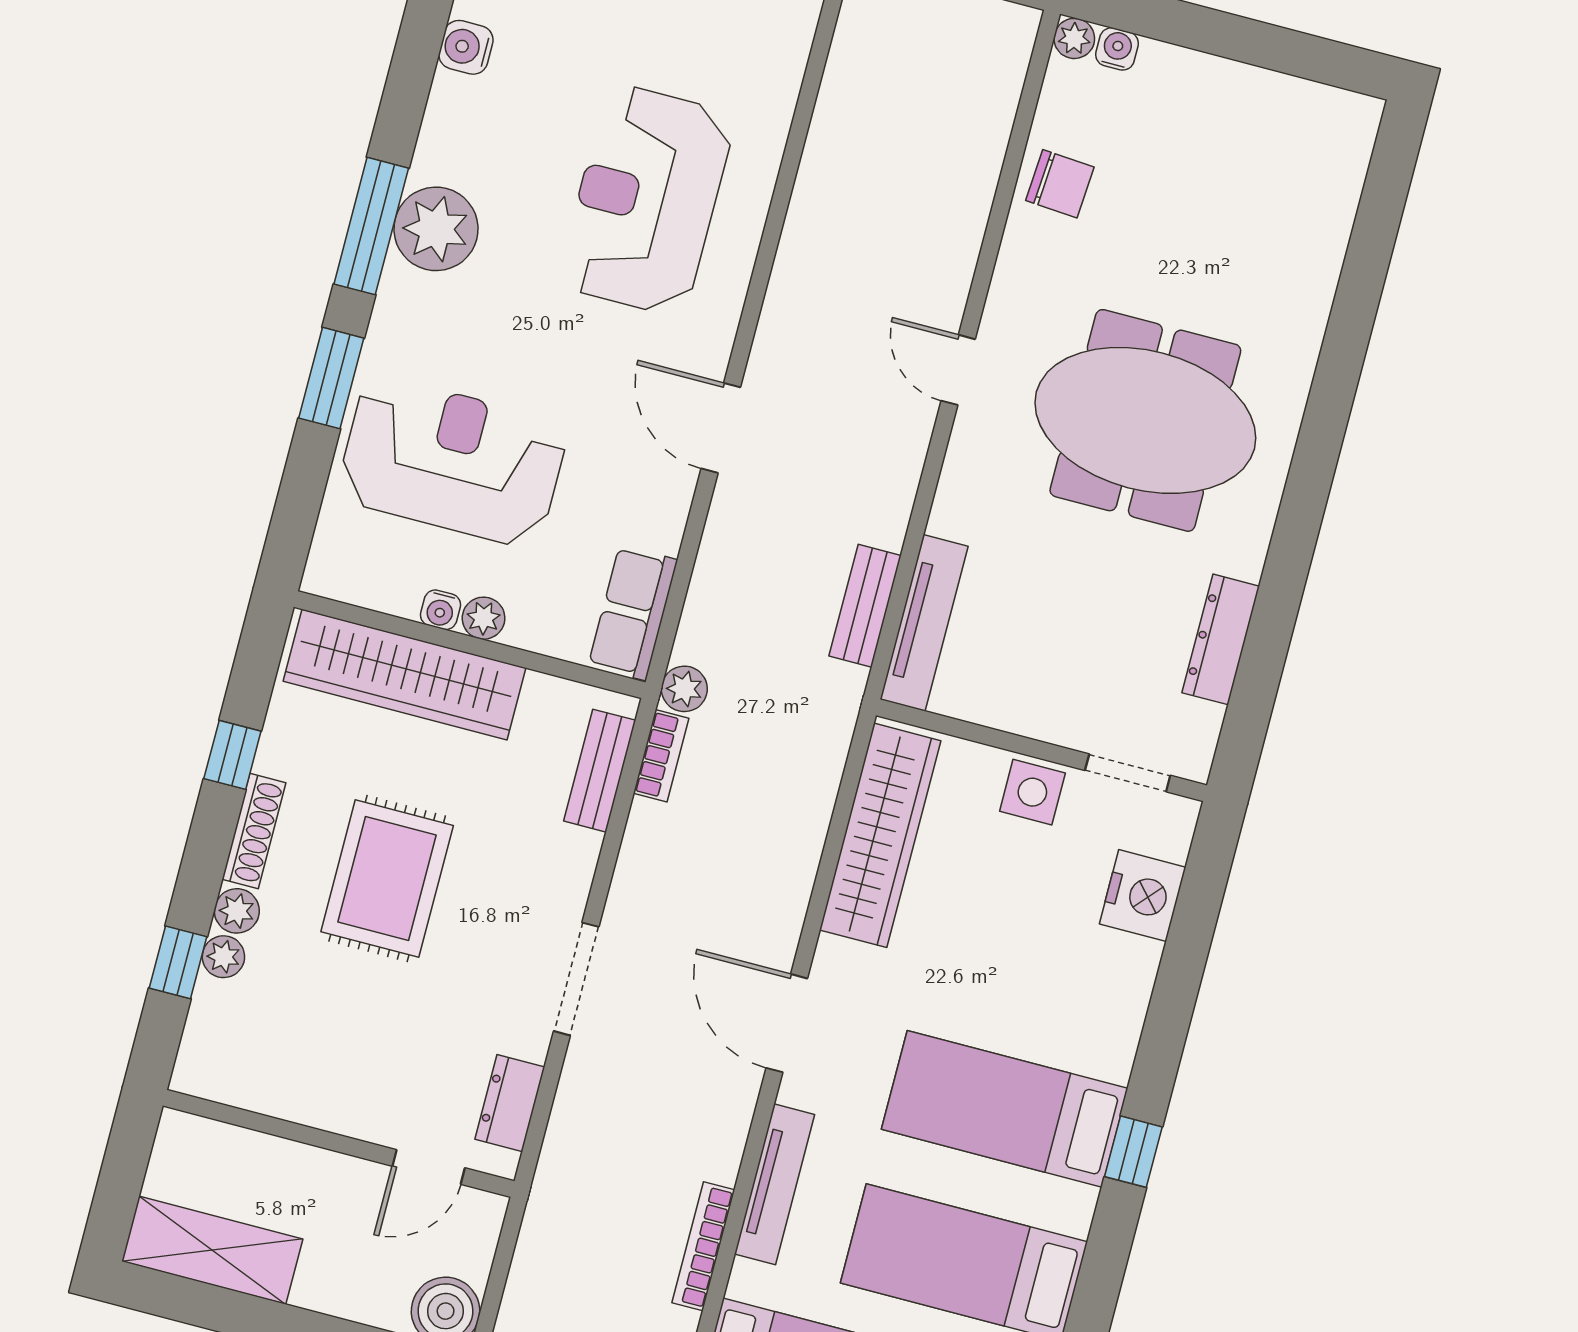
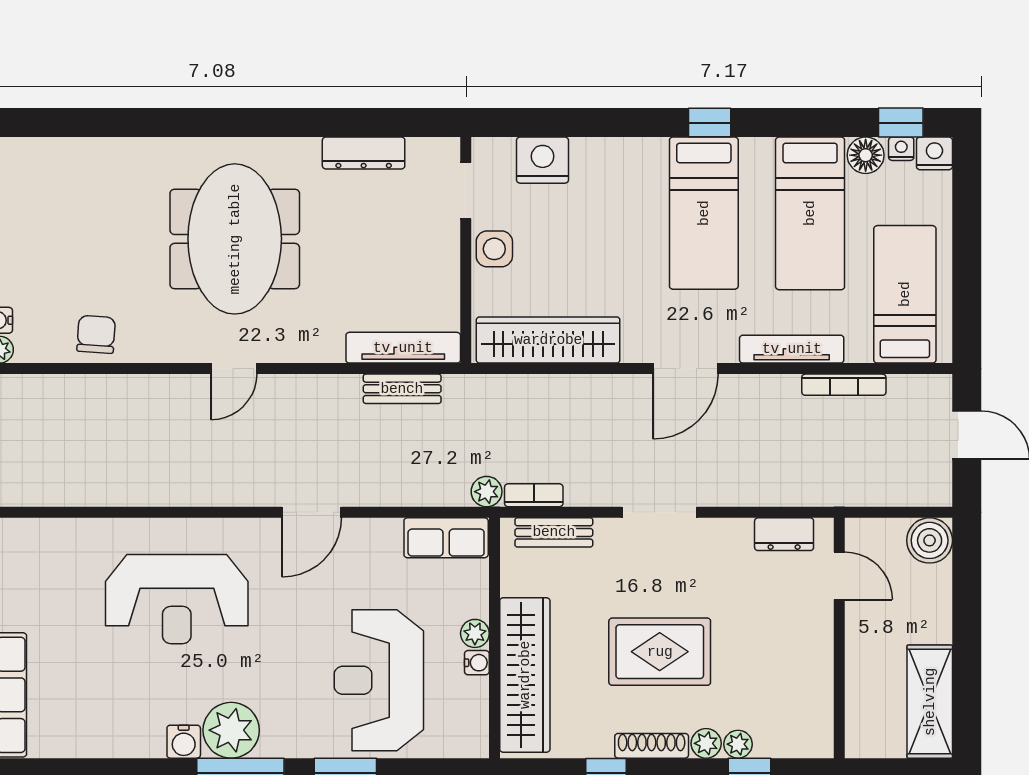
water cooler: (466, 47) -> (184, 742), moved
doorway: (576, 979) -> (659, 512), moved

